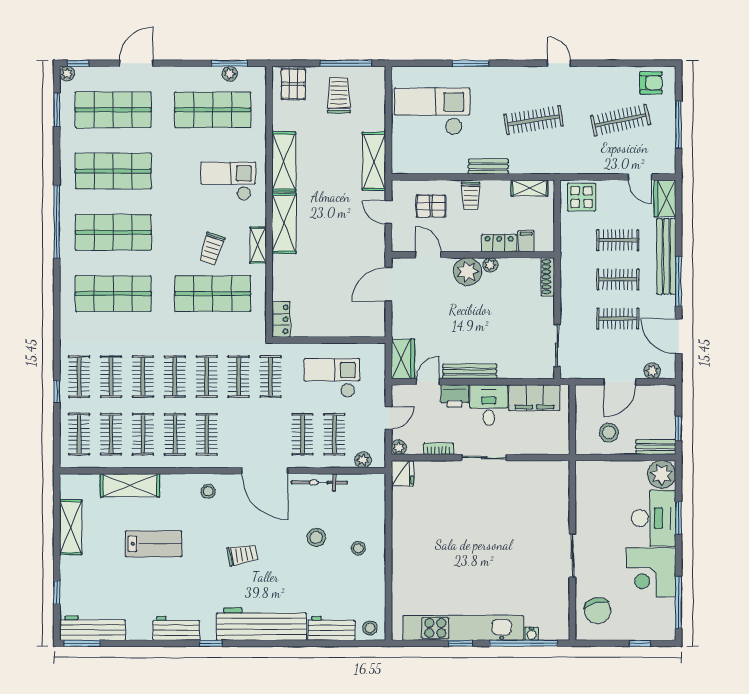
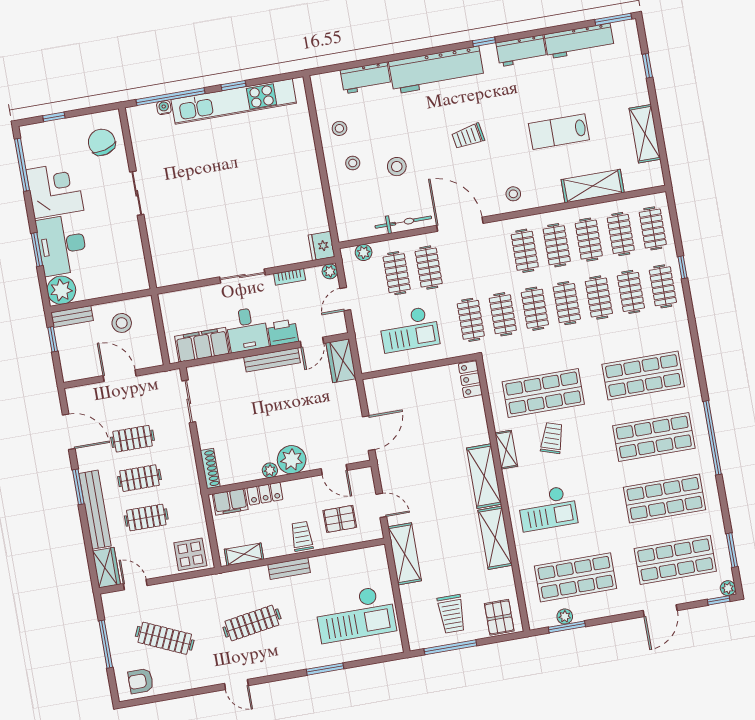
clothes rail: (620, 120) -> (165, 638), turned 36
filing cabinet: (526, 241) -> (230, 502), width x2.00
window: (679, 281) -> (78, 487), width x0.69
plant: (652, 371) -> (89, 392), removed
door: (620, 382) -> (120, 376), hinge flipped
workbench: (93, 628) -> (579, 41), moved
stool: (370, 628) -> (339, 128), moved

